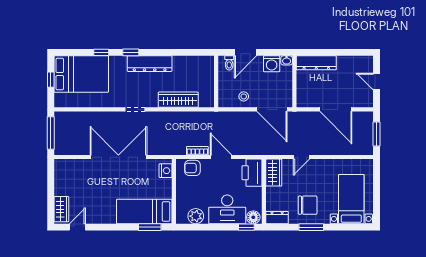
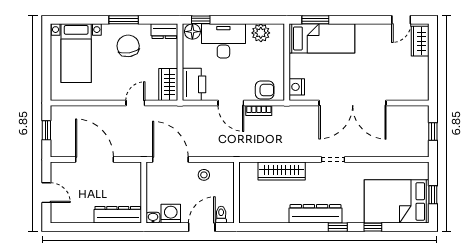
window: (51, 133) -> (433, 131), width x0.46
window: (376, 134) -> (46, 130), width x0.67
chair: (308, 205) -> (128, 46), turned 81

